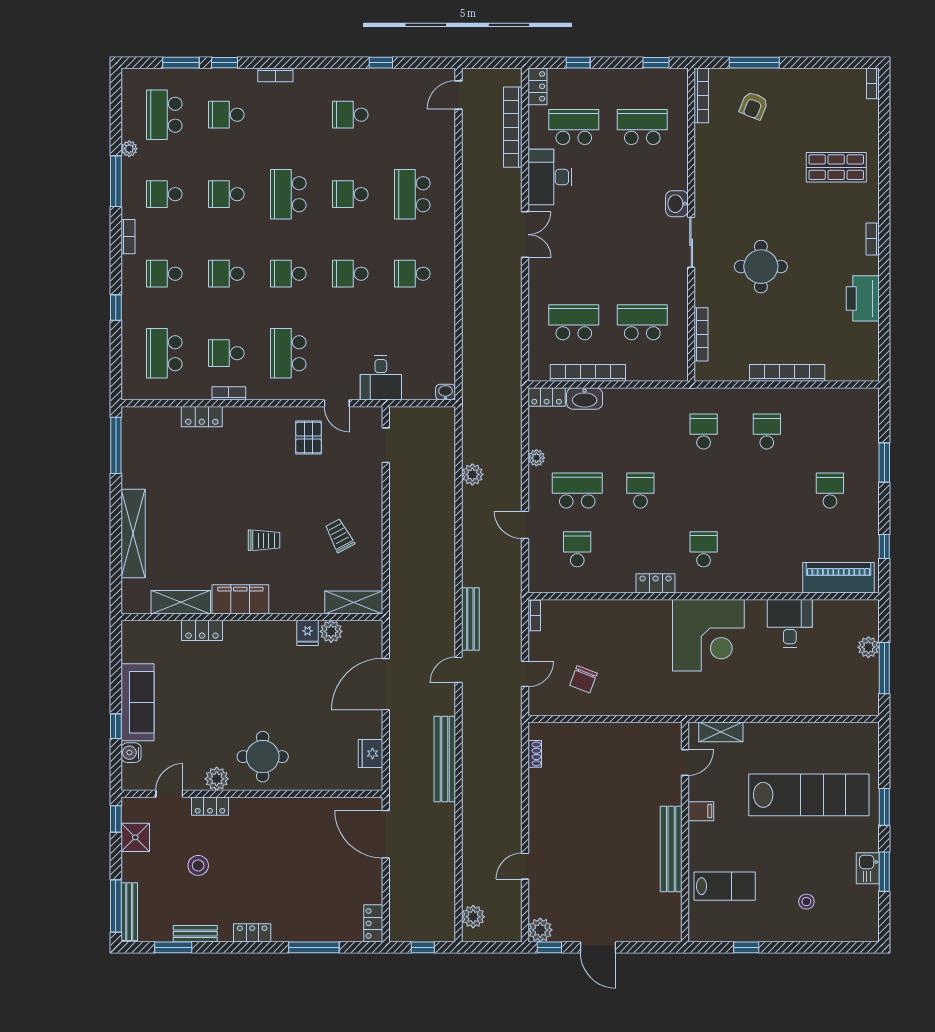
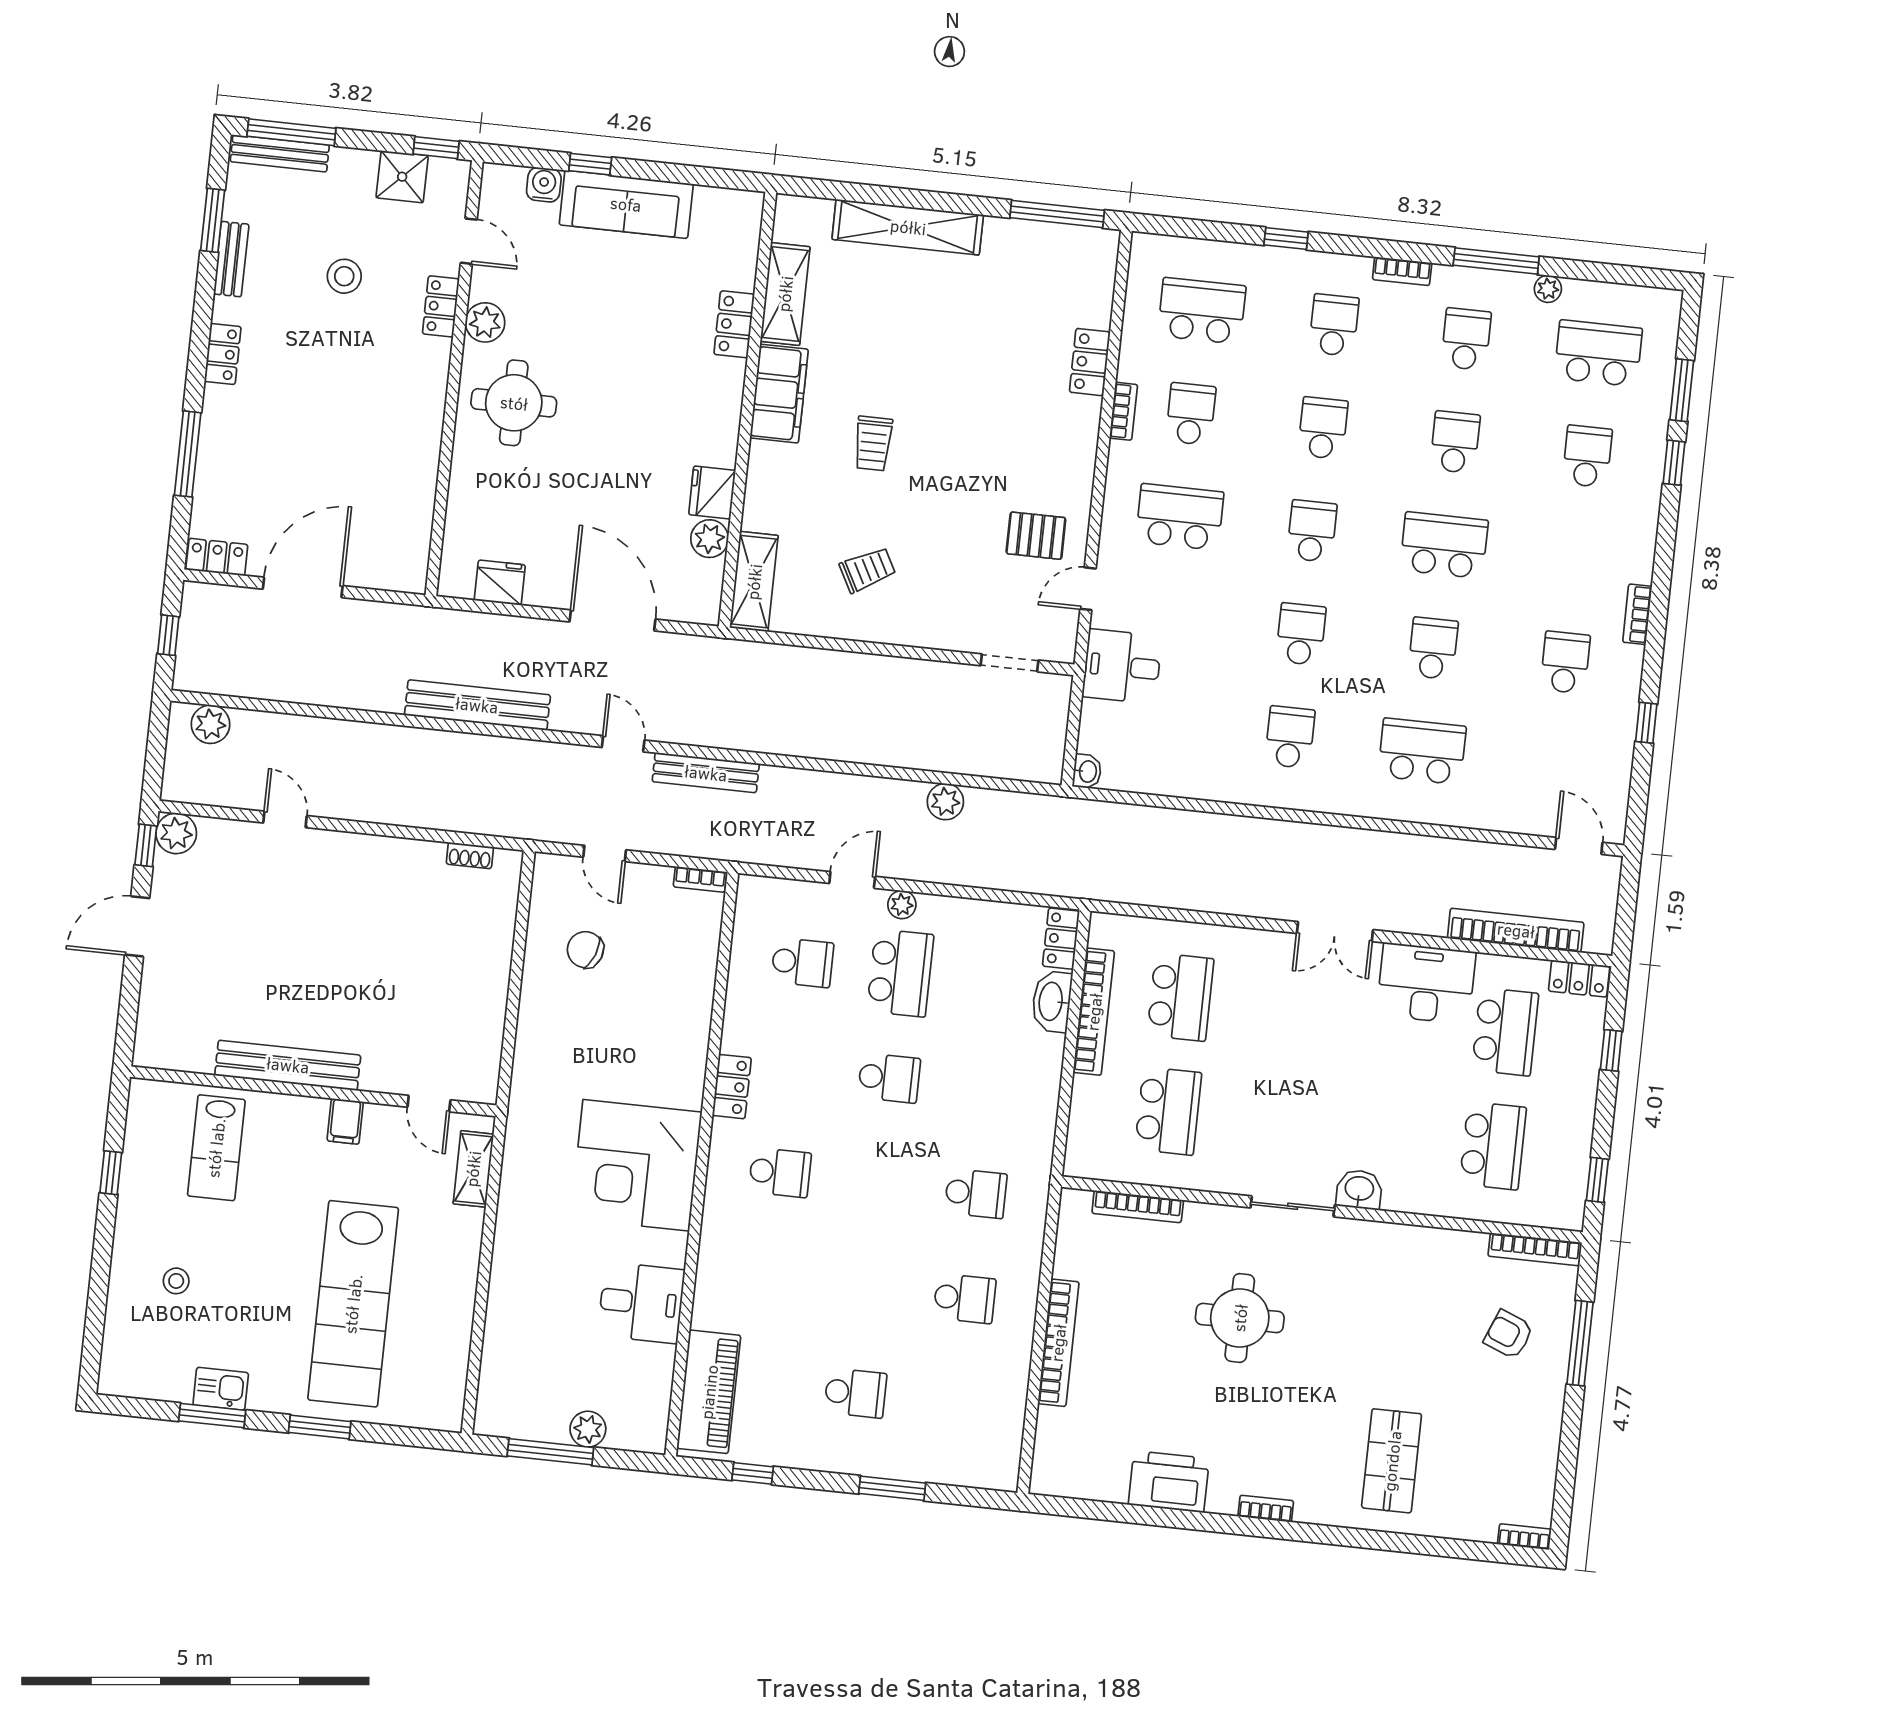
bookcase: (275, 75) -> (1637, 614), moved
plant: (536, 458) -> (902, 905), moved
fridge: (307, 633) -> (712, 492), width x1.38
door: (386, 834) -> (303, 587), moved

